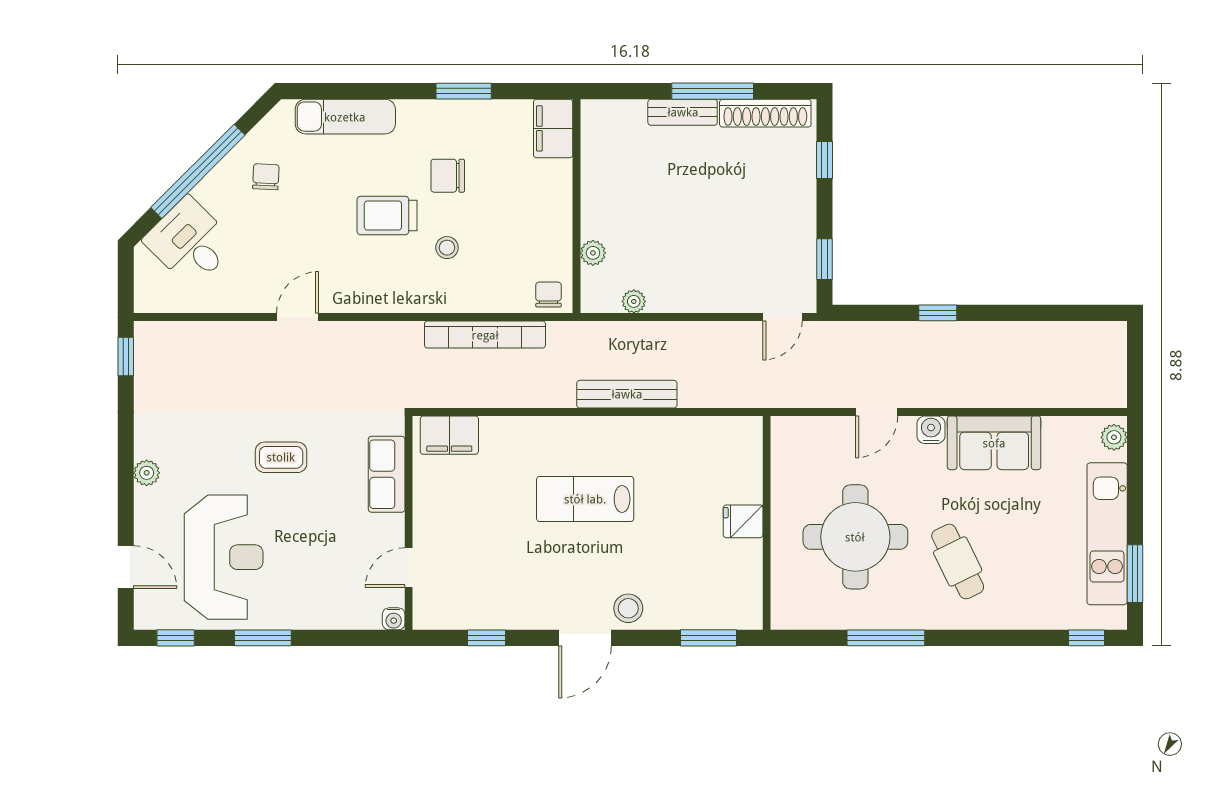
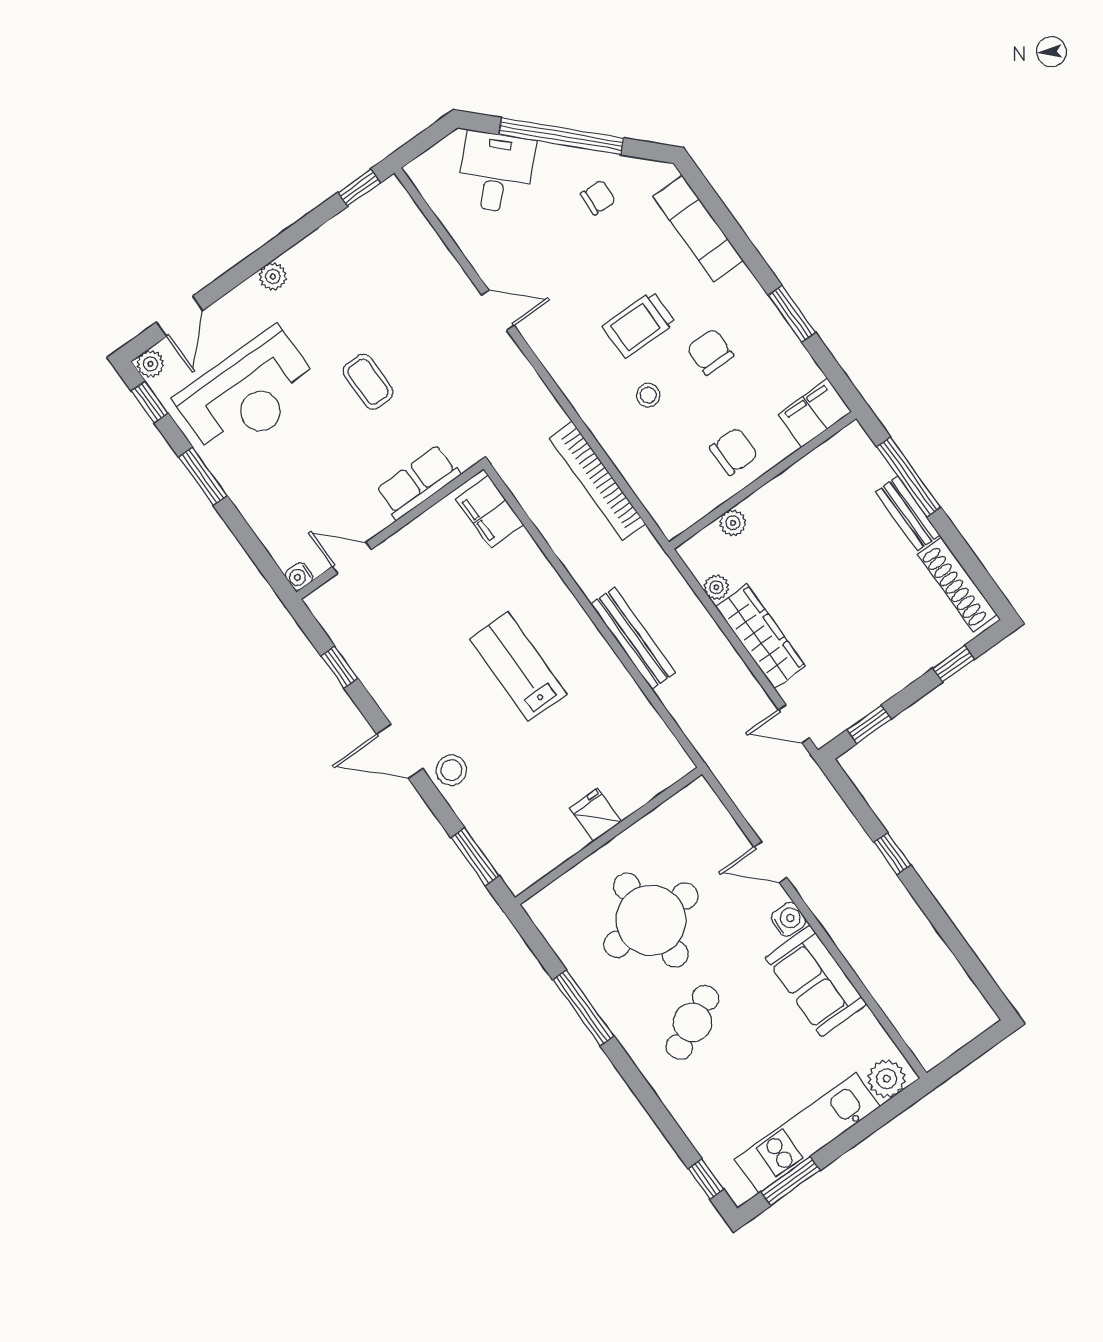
window: (713, 91) -> (909, 477), moved
trolley: (387, 216) -> (639, 324), turned -90
chair: (548, 295) -> (734, 451), moved, width x1.37, depth x1.37
wardrobe: (696, 295) -> (760, 636), added
plant: (1114, 437) -> (887, 1079), width x1.38, depth x1.38
plant: (146, 616) -> (150, 364), added

